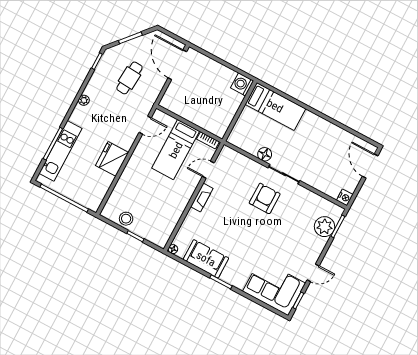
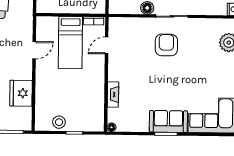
door: (145, 125) -> (34, 50), moved
fridge: (112, 159) -> (21, 93), moved
fireplace: (202, 198) -> (113, 95), moved
sofa: (206, 259) -> (168, 121), moved

